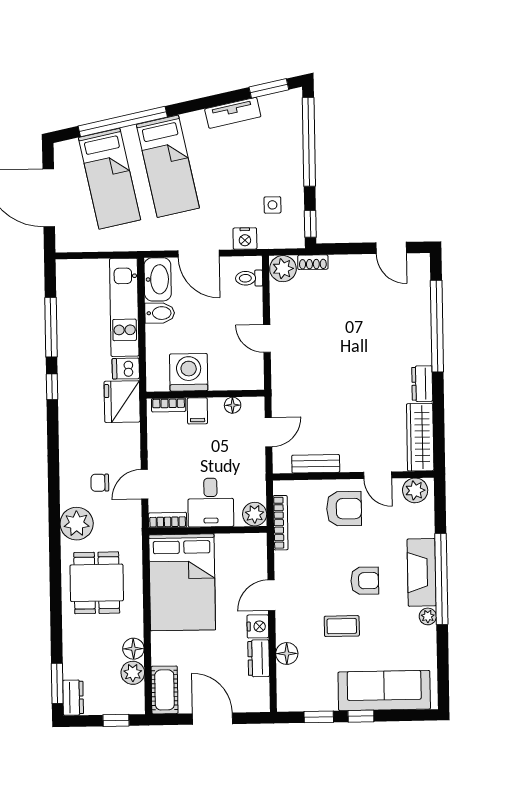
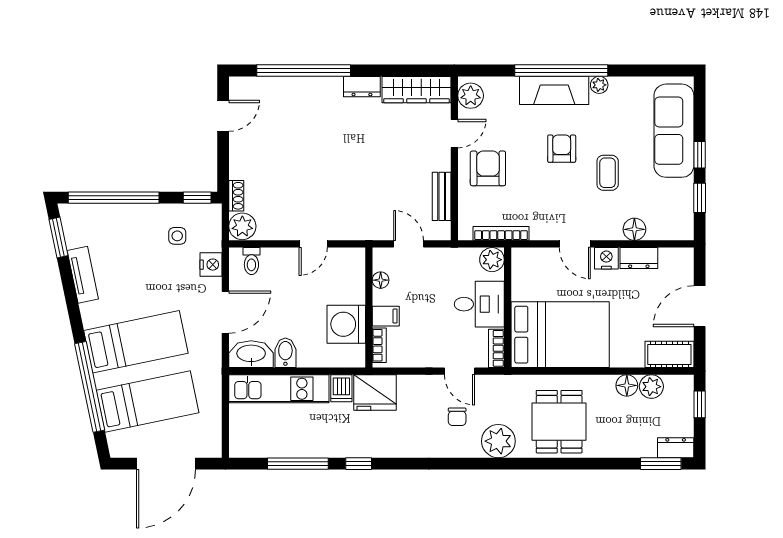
dining table: (97, 583) -> (559, 422), turned 90

